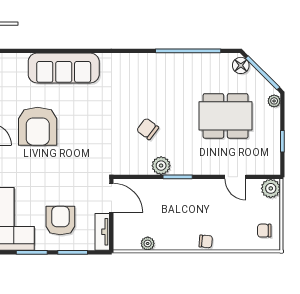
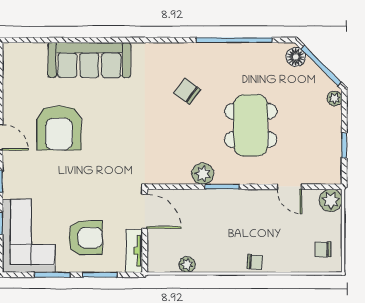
dining table: (226, 116) -> (251, 125), moved, turned 90
chair: (148, 129) -> (187, 91), moved
armchair: (60, 221) -> (85, 238), turned 90

